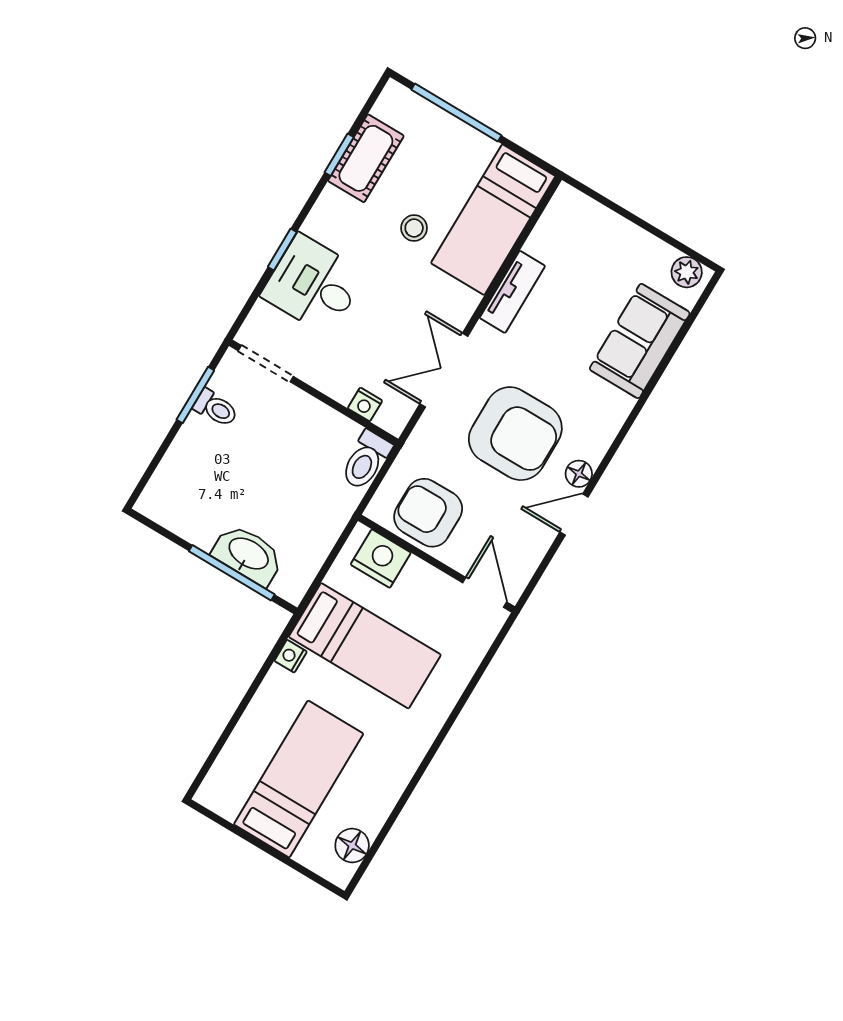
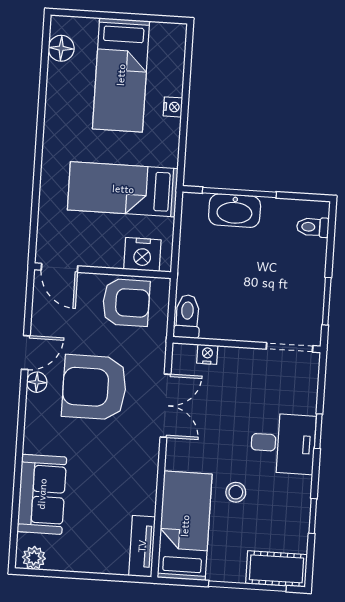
cot: (366, 158) -> (277, 569), moved, turned 90
desk: (314, 285) -> (283, 443), moved
tv unit: (512, 292) -> (142, 546), moved
toilet: (216, 408) -> (313, 227), moved
nightstand: (291, 656) -> (173, 107), moved

